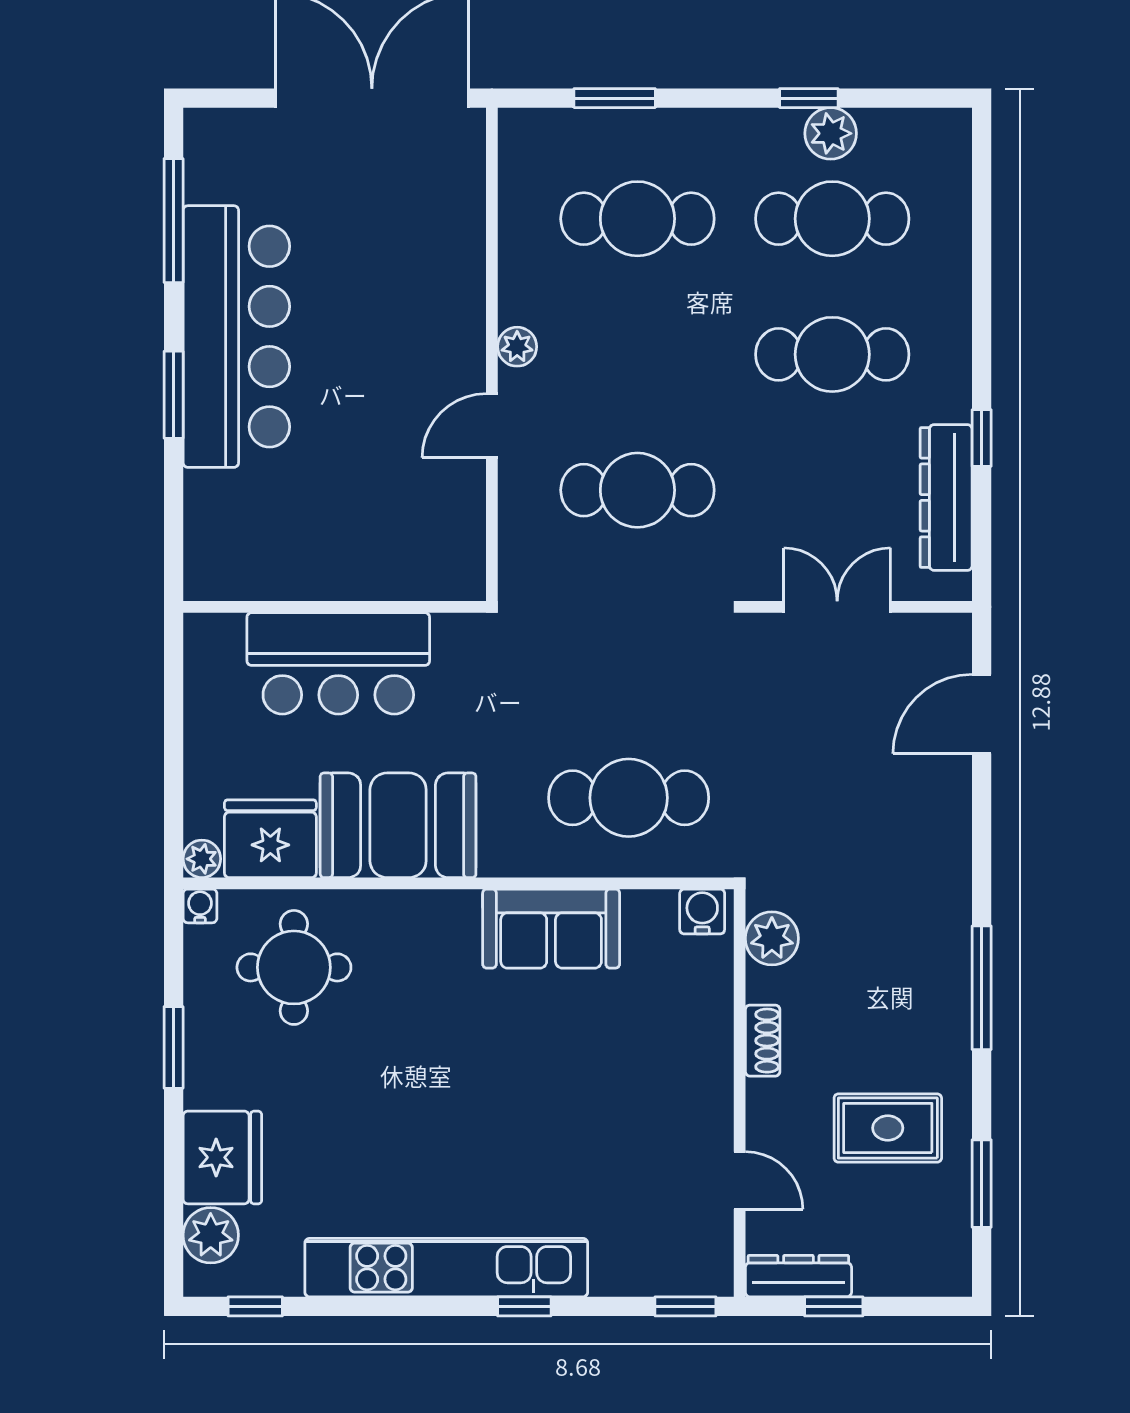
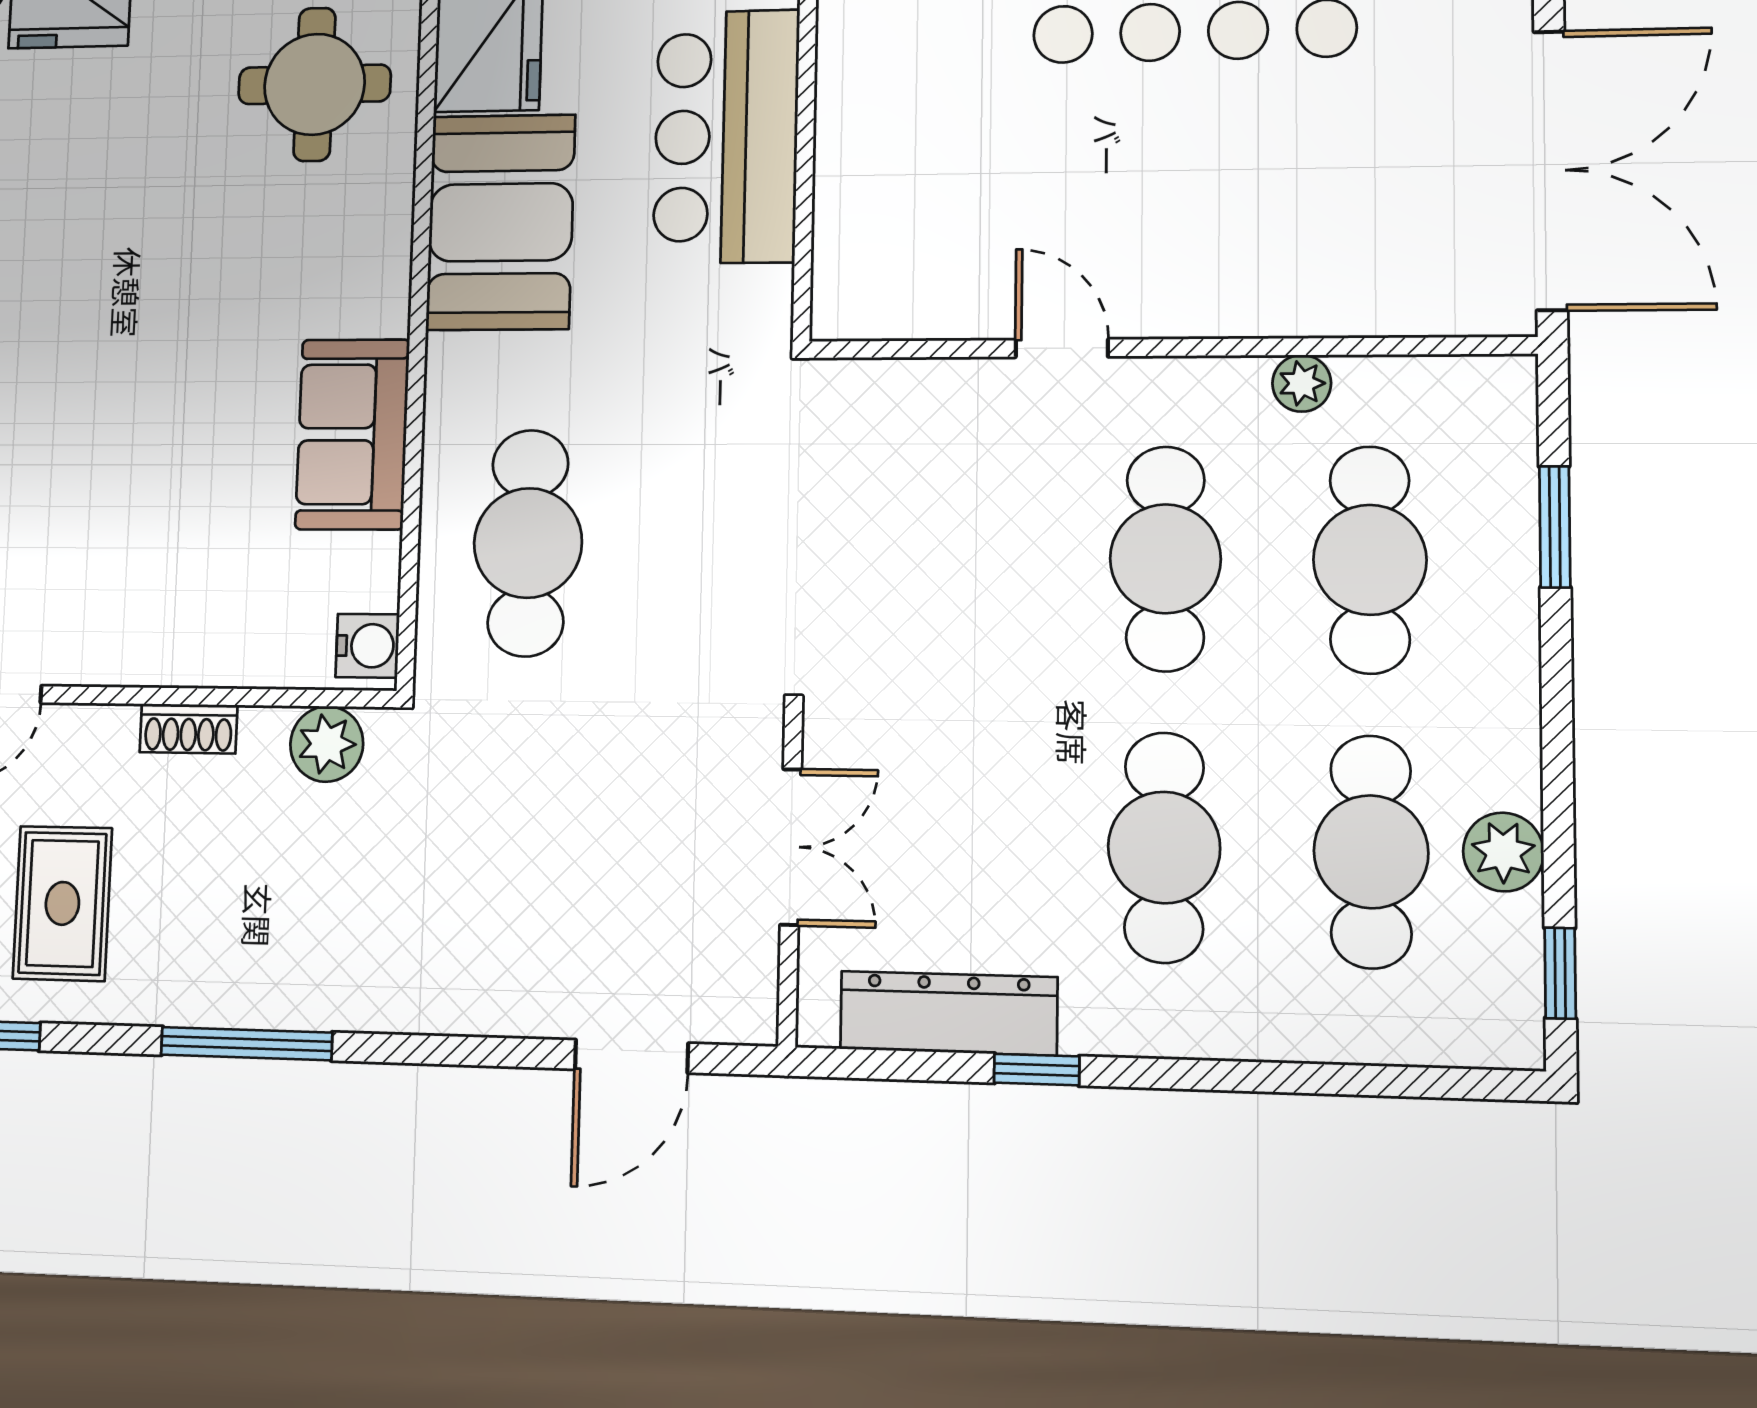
window: (809, 98) -> (1560, 973), moved
plant: (517, 347) -> (1302, 383), moved
cafe table: (637, 490) -> (1165, 559), moved
door: (982, 714) -> (631, 1056), swing flipped

